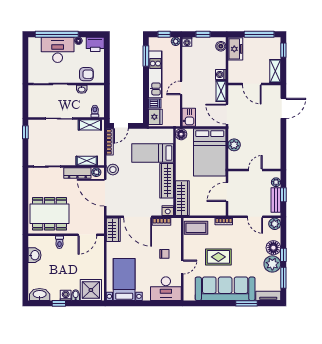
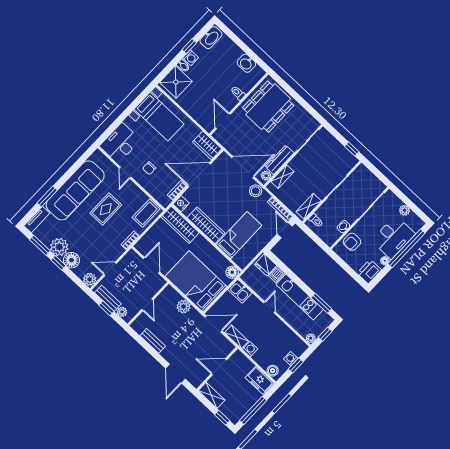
washing machine: (187, 42) -> (291, 359), moved
plant: (33, 59) -> (405, 210), added
bench: (276, 144) -> (153, 341), added

